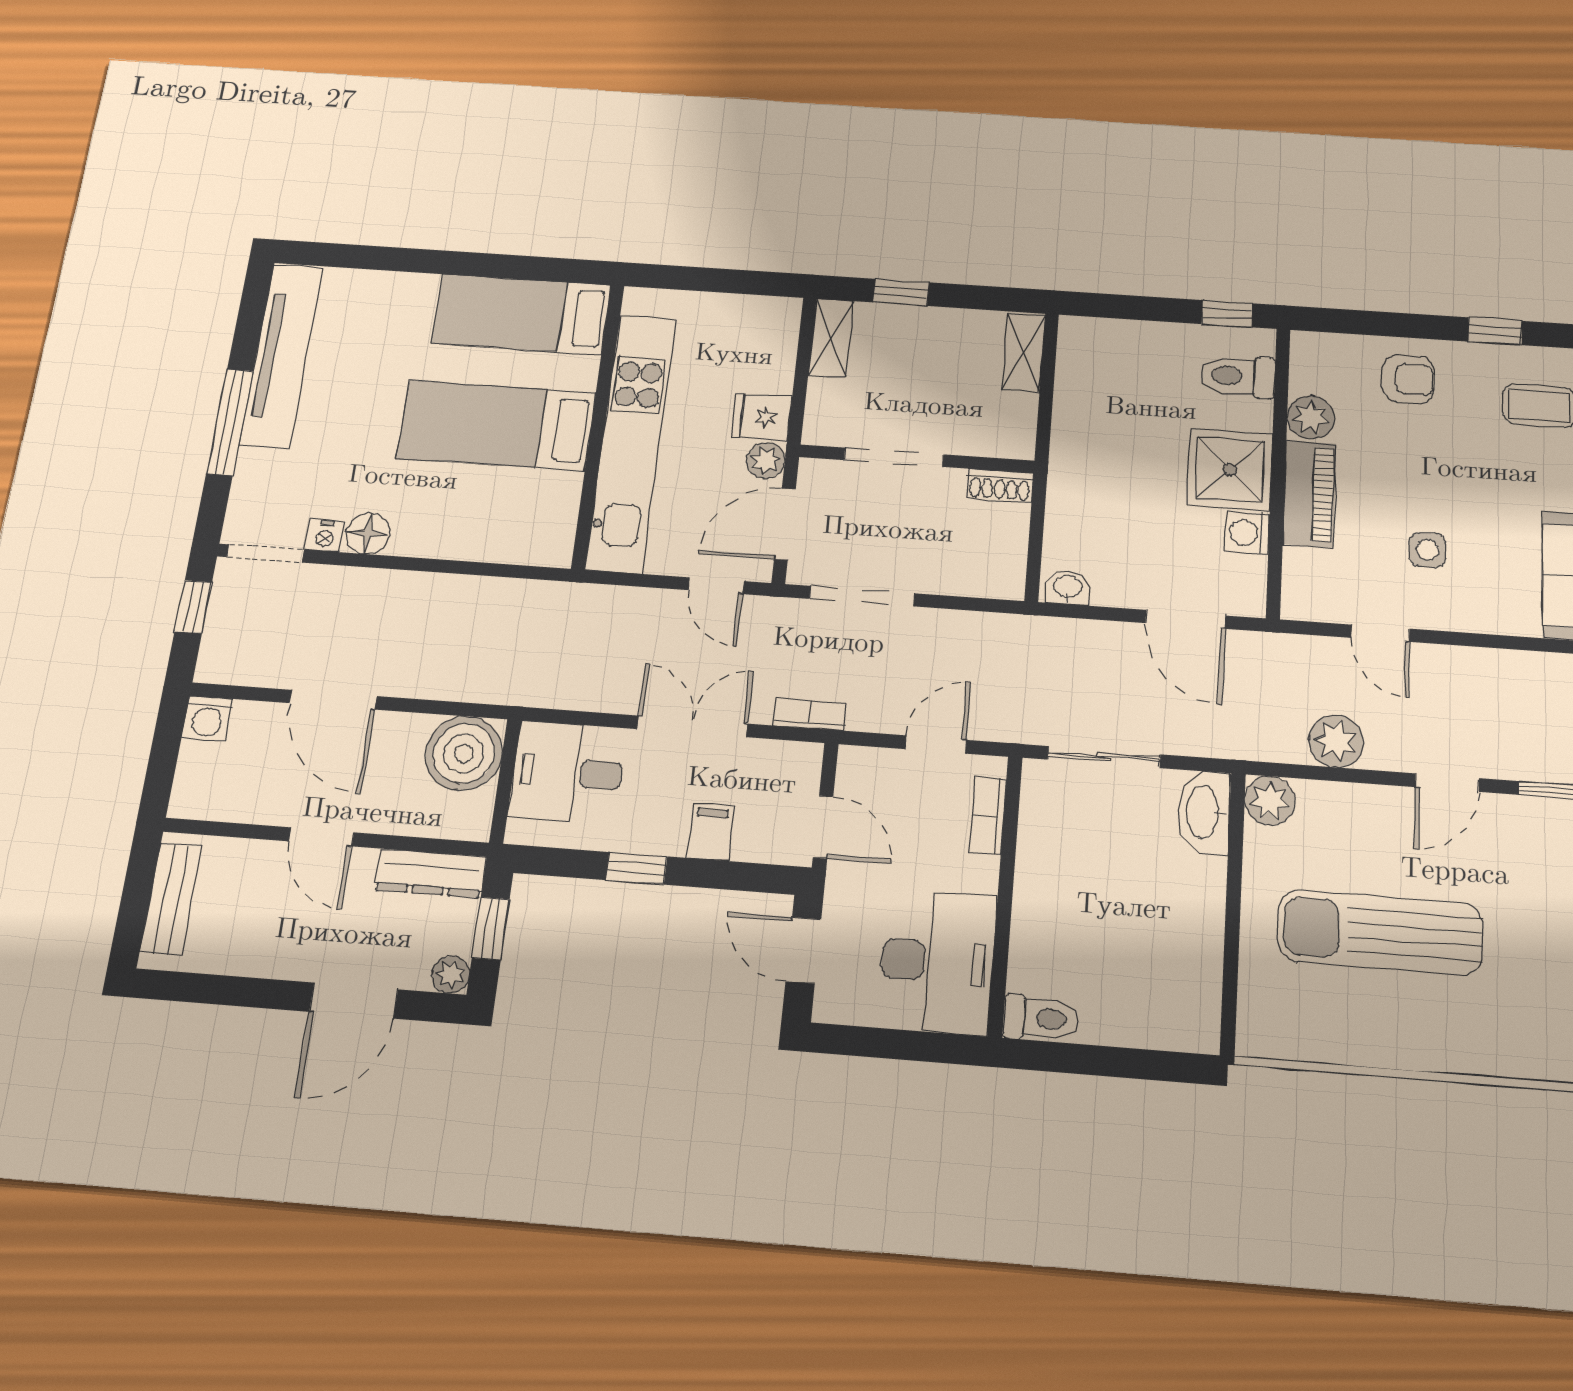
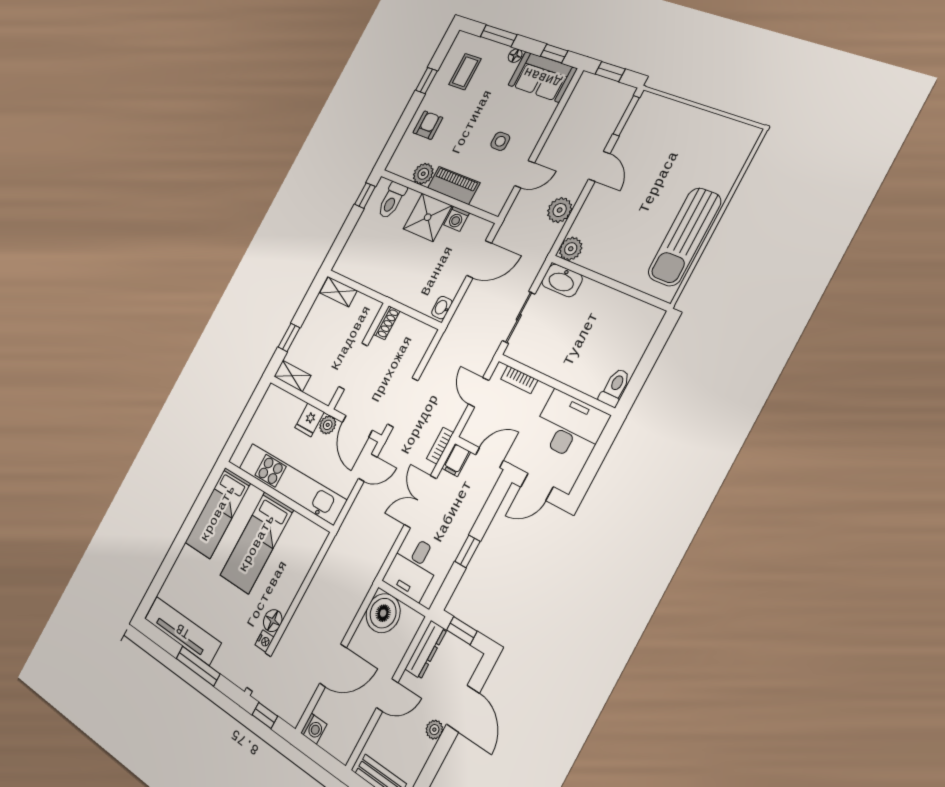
filing cabinet: (711, 832) -> (456, 460), moved, turned -90
sun lounger: (1380, 932) -> (684, 237), moved
plant: (451, 975) -> (434, 730), moved

